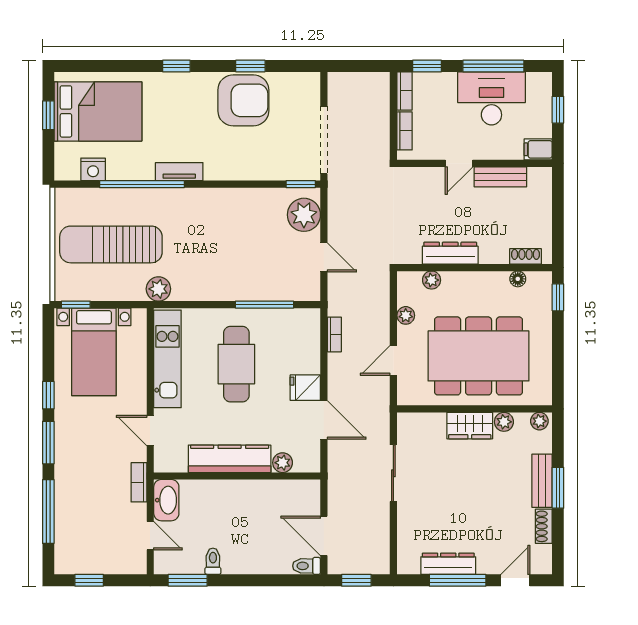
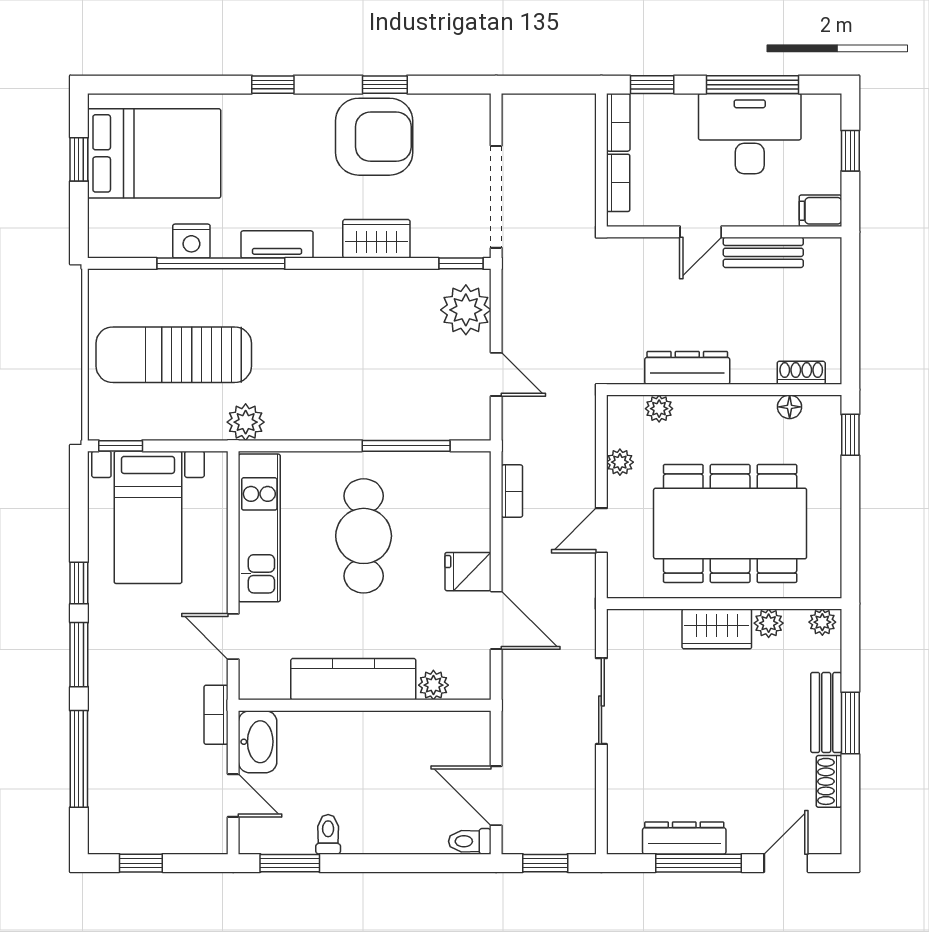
wardrobe: (245, 168) -> (376, 239), added
nightstand: (93, 169) -> (191, 241), moved

